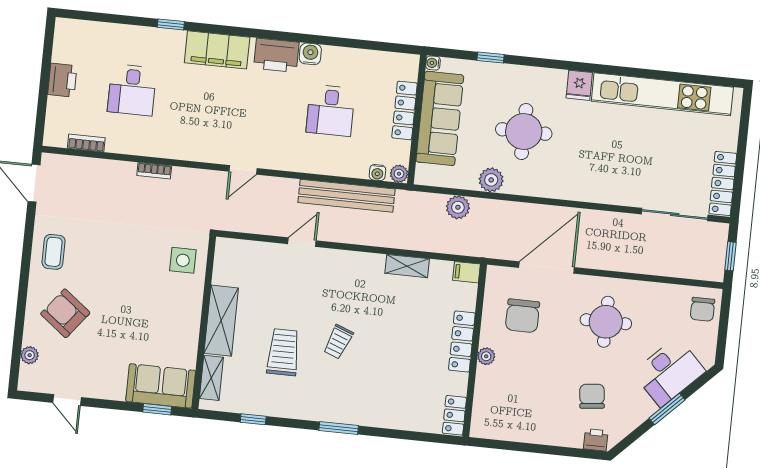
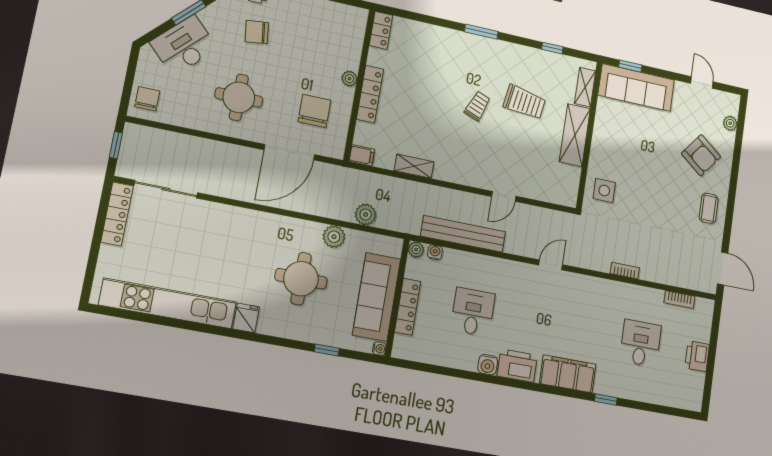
trolley: (283, 352) -> (524, 102), turned -81
sofa: (161, 386) -> (636, 87), width x1.36
chair: (592, 396) -> (257, 32), turned 89

